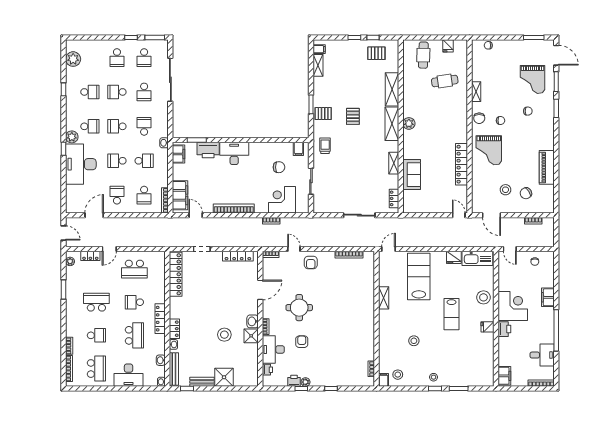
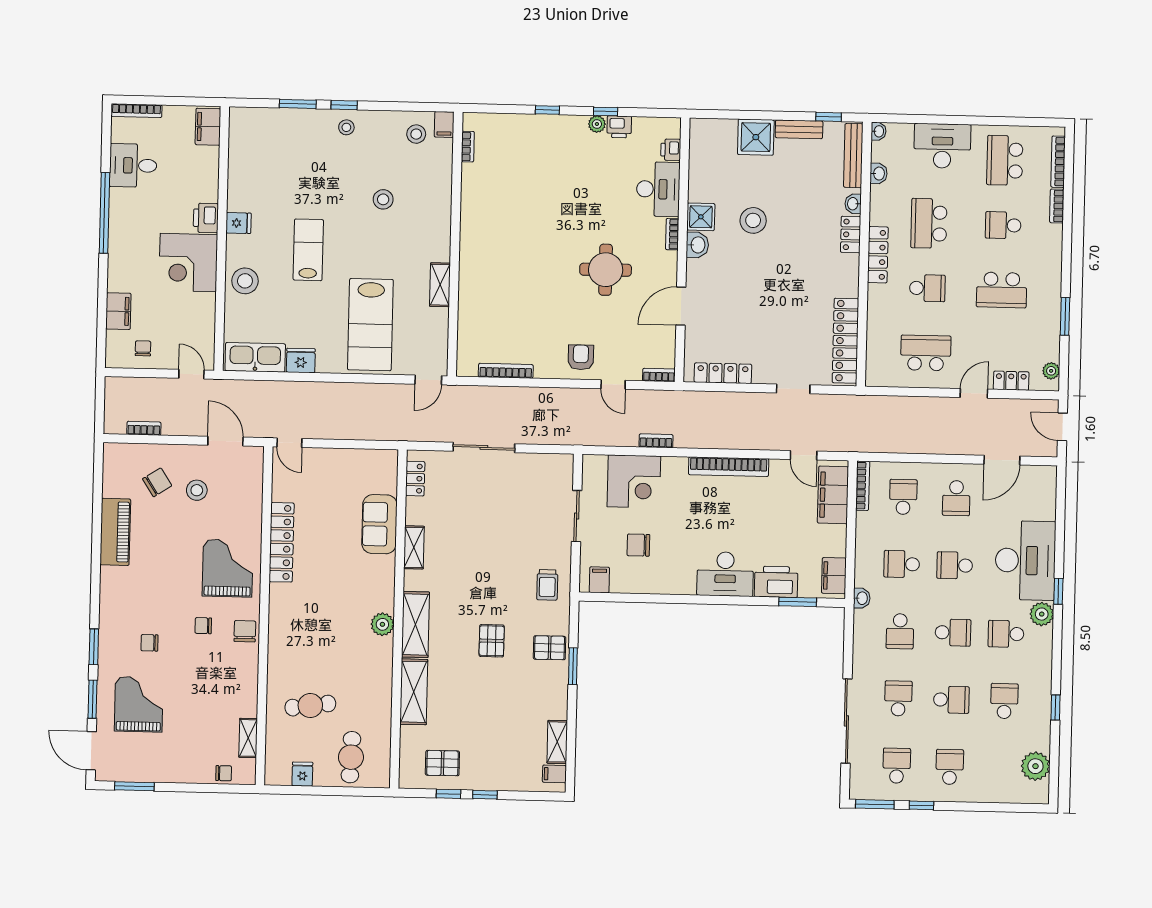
school desk: (90, 92) -> (1004, 701), turned 90
shelving: (476, 92) -> (248, 738), moved
school desk: (117, 161) -> (955, 565), turned 180
filing cabinet: (548, 297) -> (118, 311), moved
armchair: (302, 342) -> (602, 203), removed

